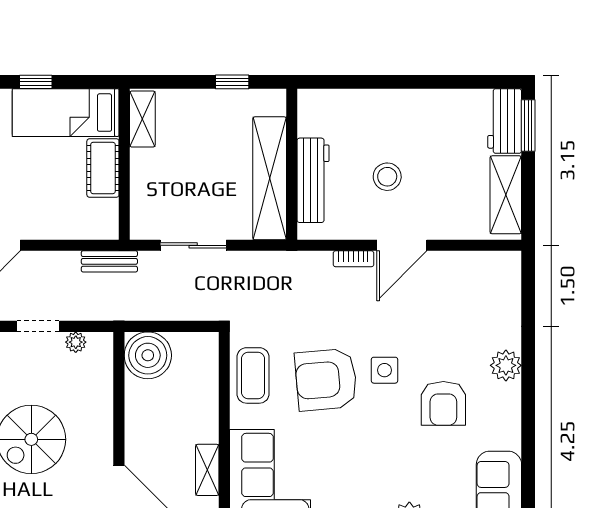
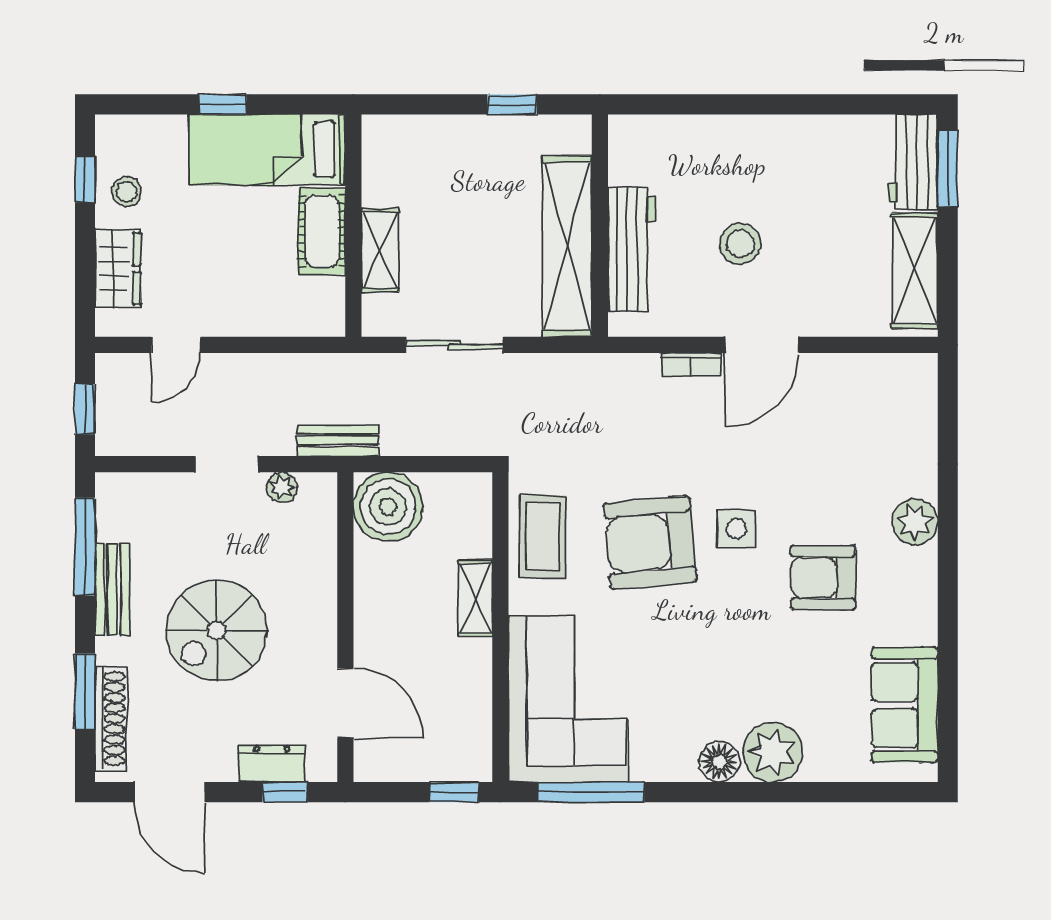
shelving: (142, 119) -> (380, 250), moved
bench: (109, 261) -> (338, 440), moved
armchair: (443, 403) -> (823, 578), turned 90
shelving: (207, 470) -> (475, 598), moved

